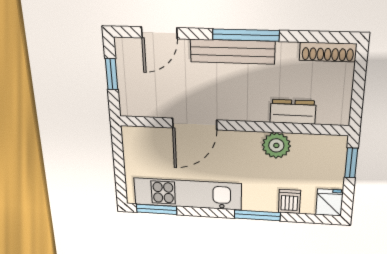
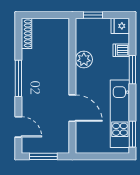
bench: (232, 52) -> (28, 86), removed
window: (112, 74) -> (43, 156), width x1.50
dresser: (293, 112) -> (62, 51), removed

